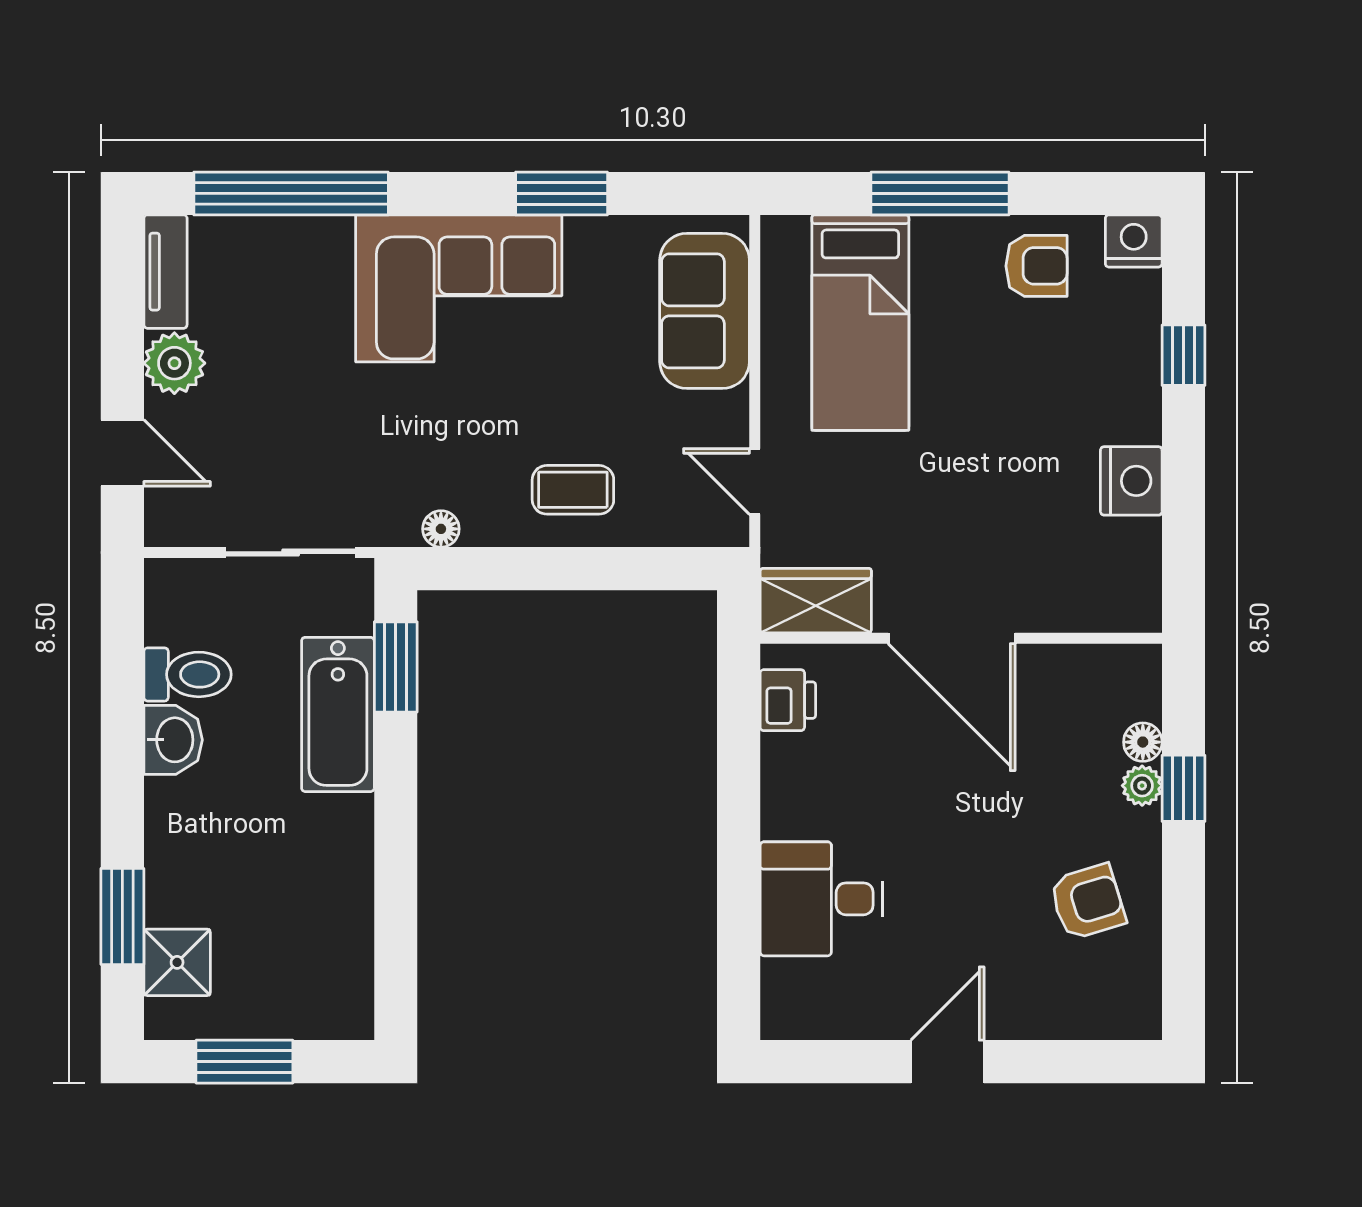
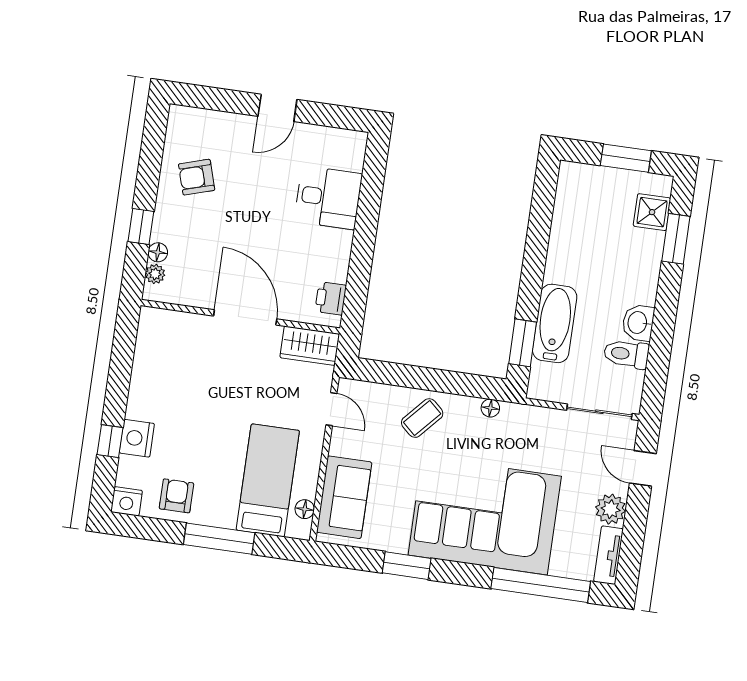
armchair: (1036, 266) -> (176, 496), turned 90
floor lamp: (779, 276) -> (305, 509), added
corner sofa: (459, 288) -> (485, 516), width x1.36, depth x1.36
nightstand: (1131, 481) -> (137, 438), moved
coffee table: (573, 490) -> (422, 418), turned -48
sliding door: (291, 553) -> (599, 412), moved
plant: (1142, 786) -> (155, 274), moved

